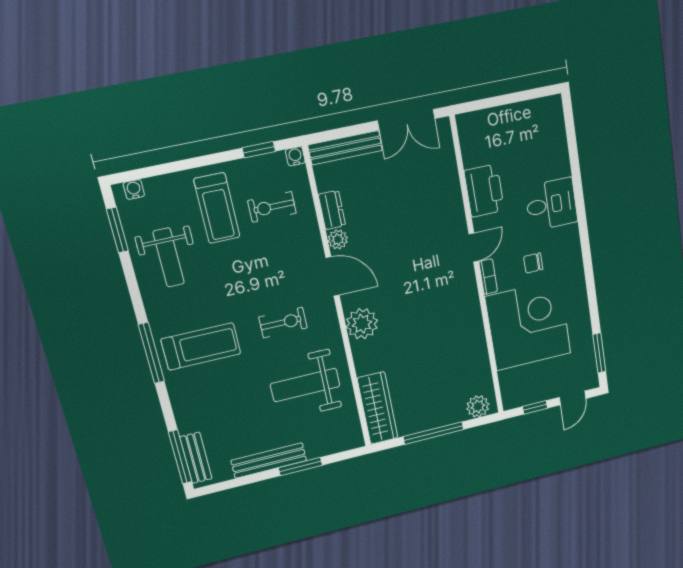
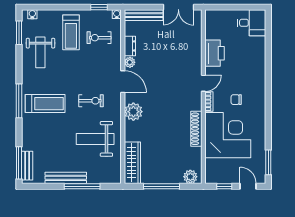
desk: (551, 204) -> (252, 23), moved
shoe rack: (475, 327) -> (196, 129), added
door: (573, 398) -> (248, 186), swing flipped
window: (300, 467) -> (82, 186), width x1.44

